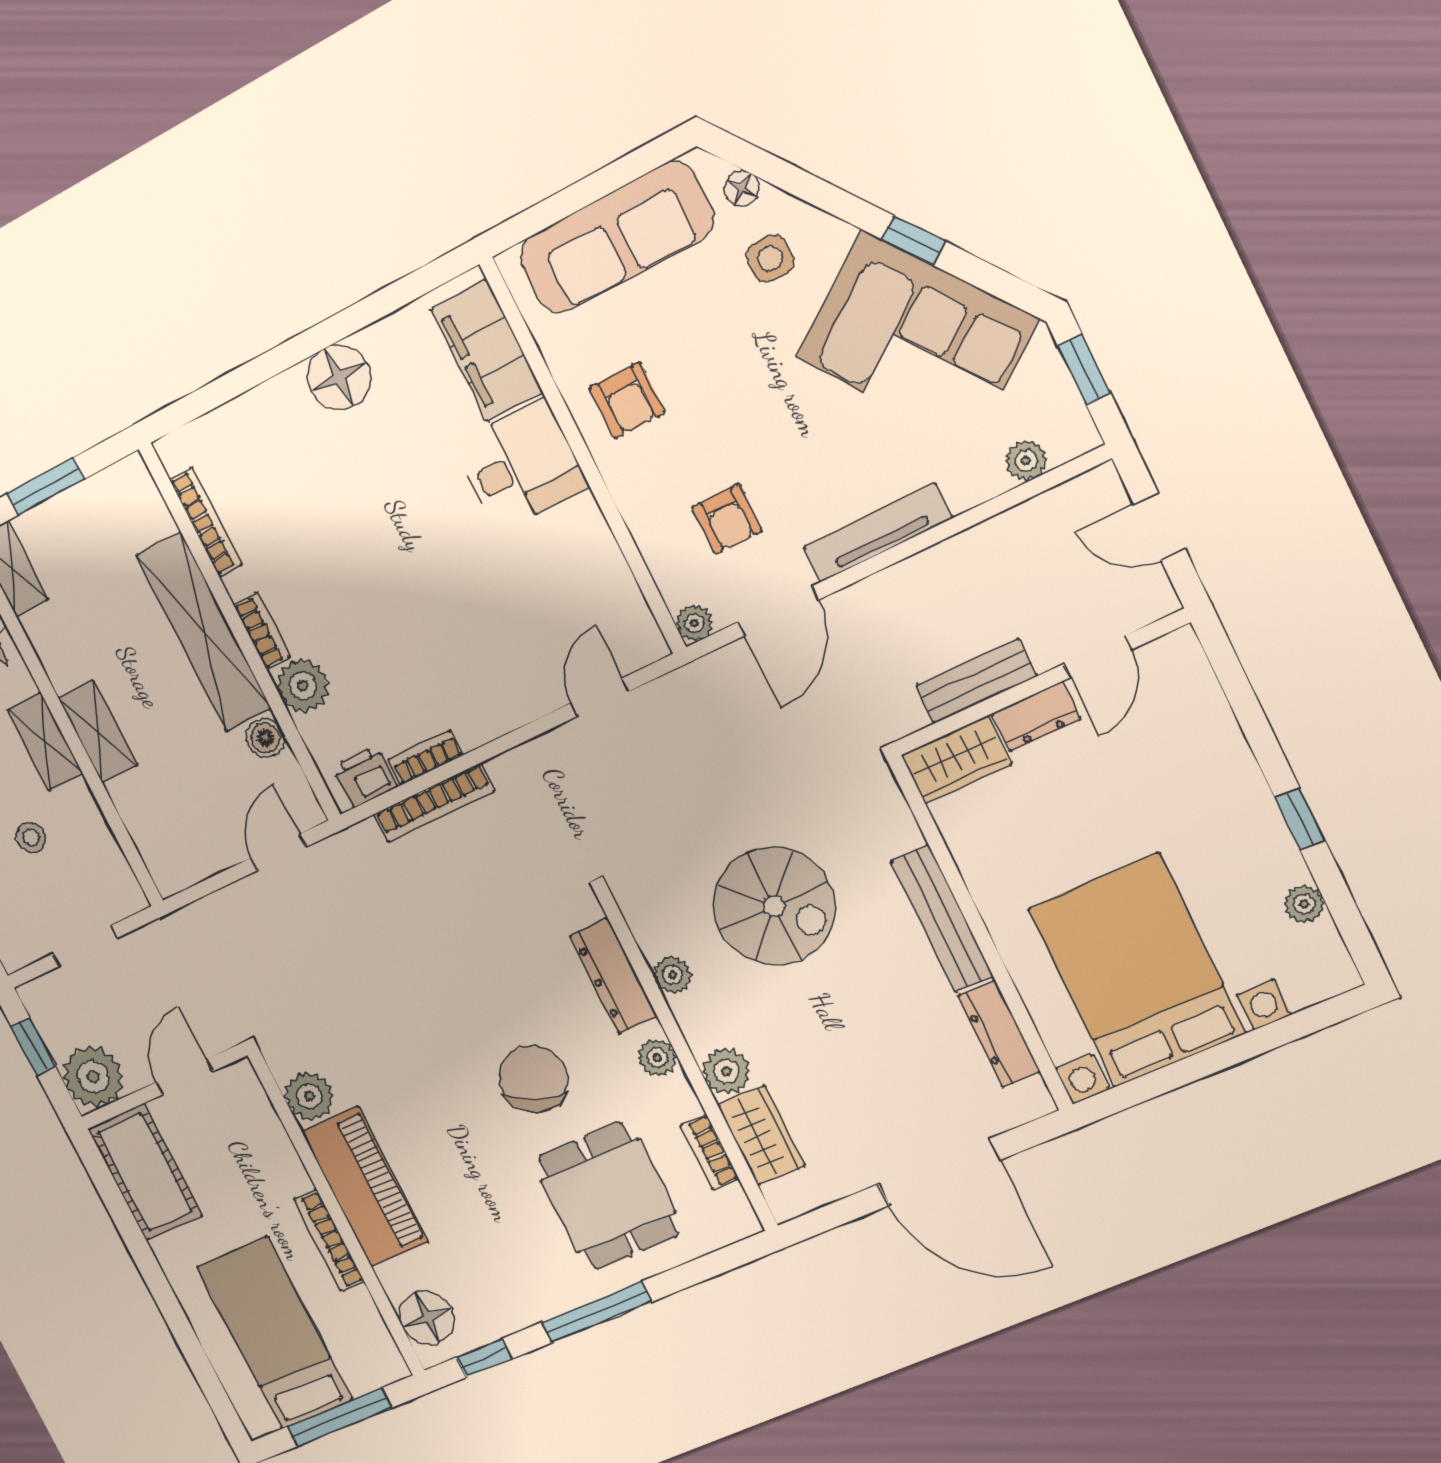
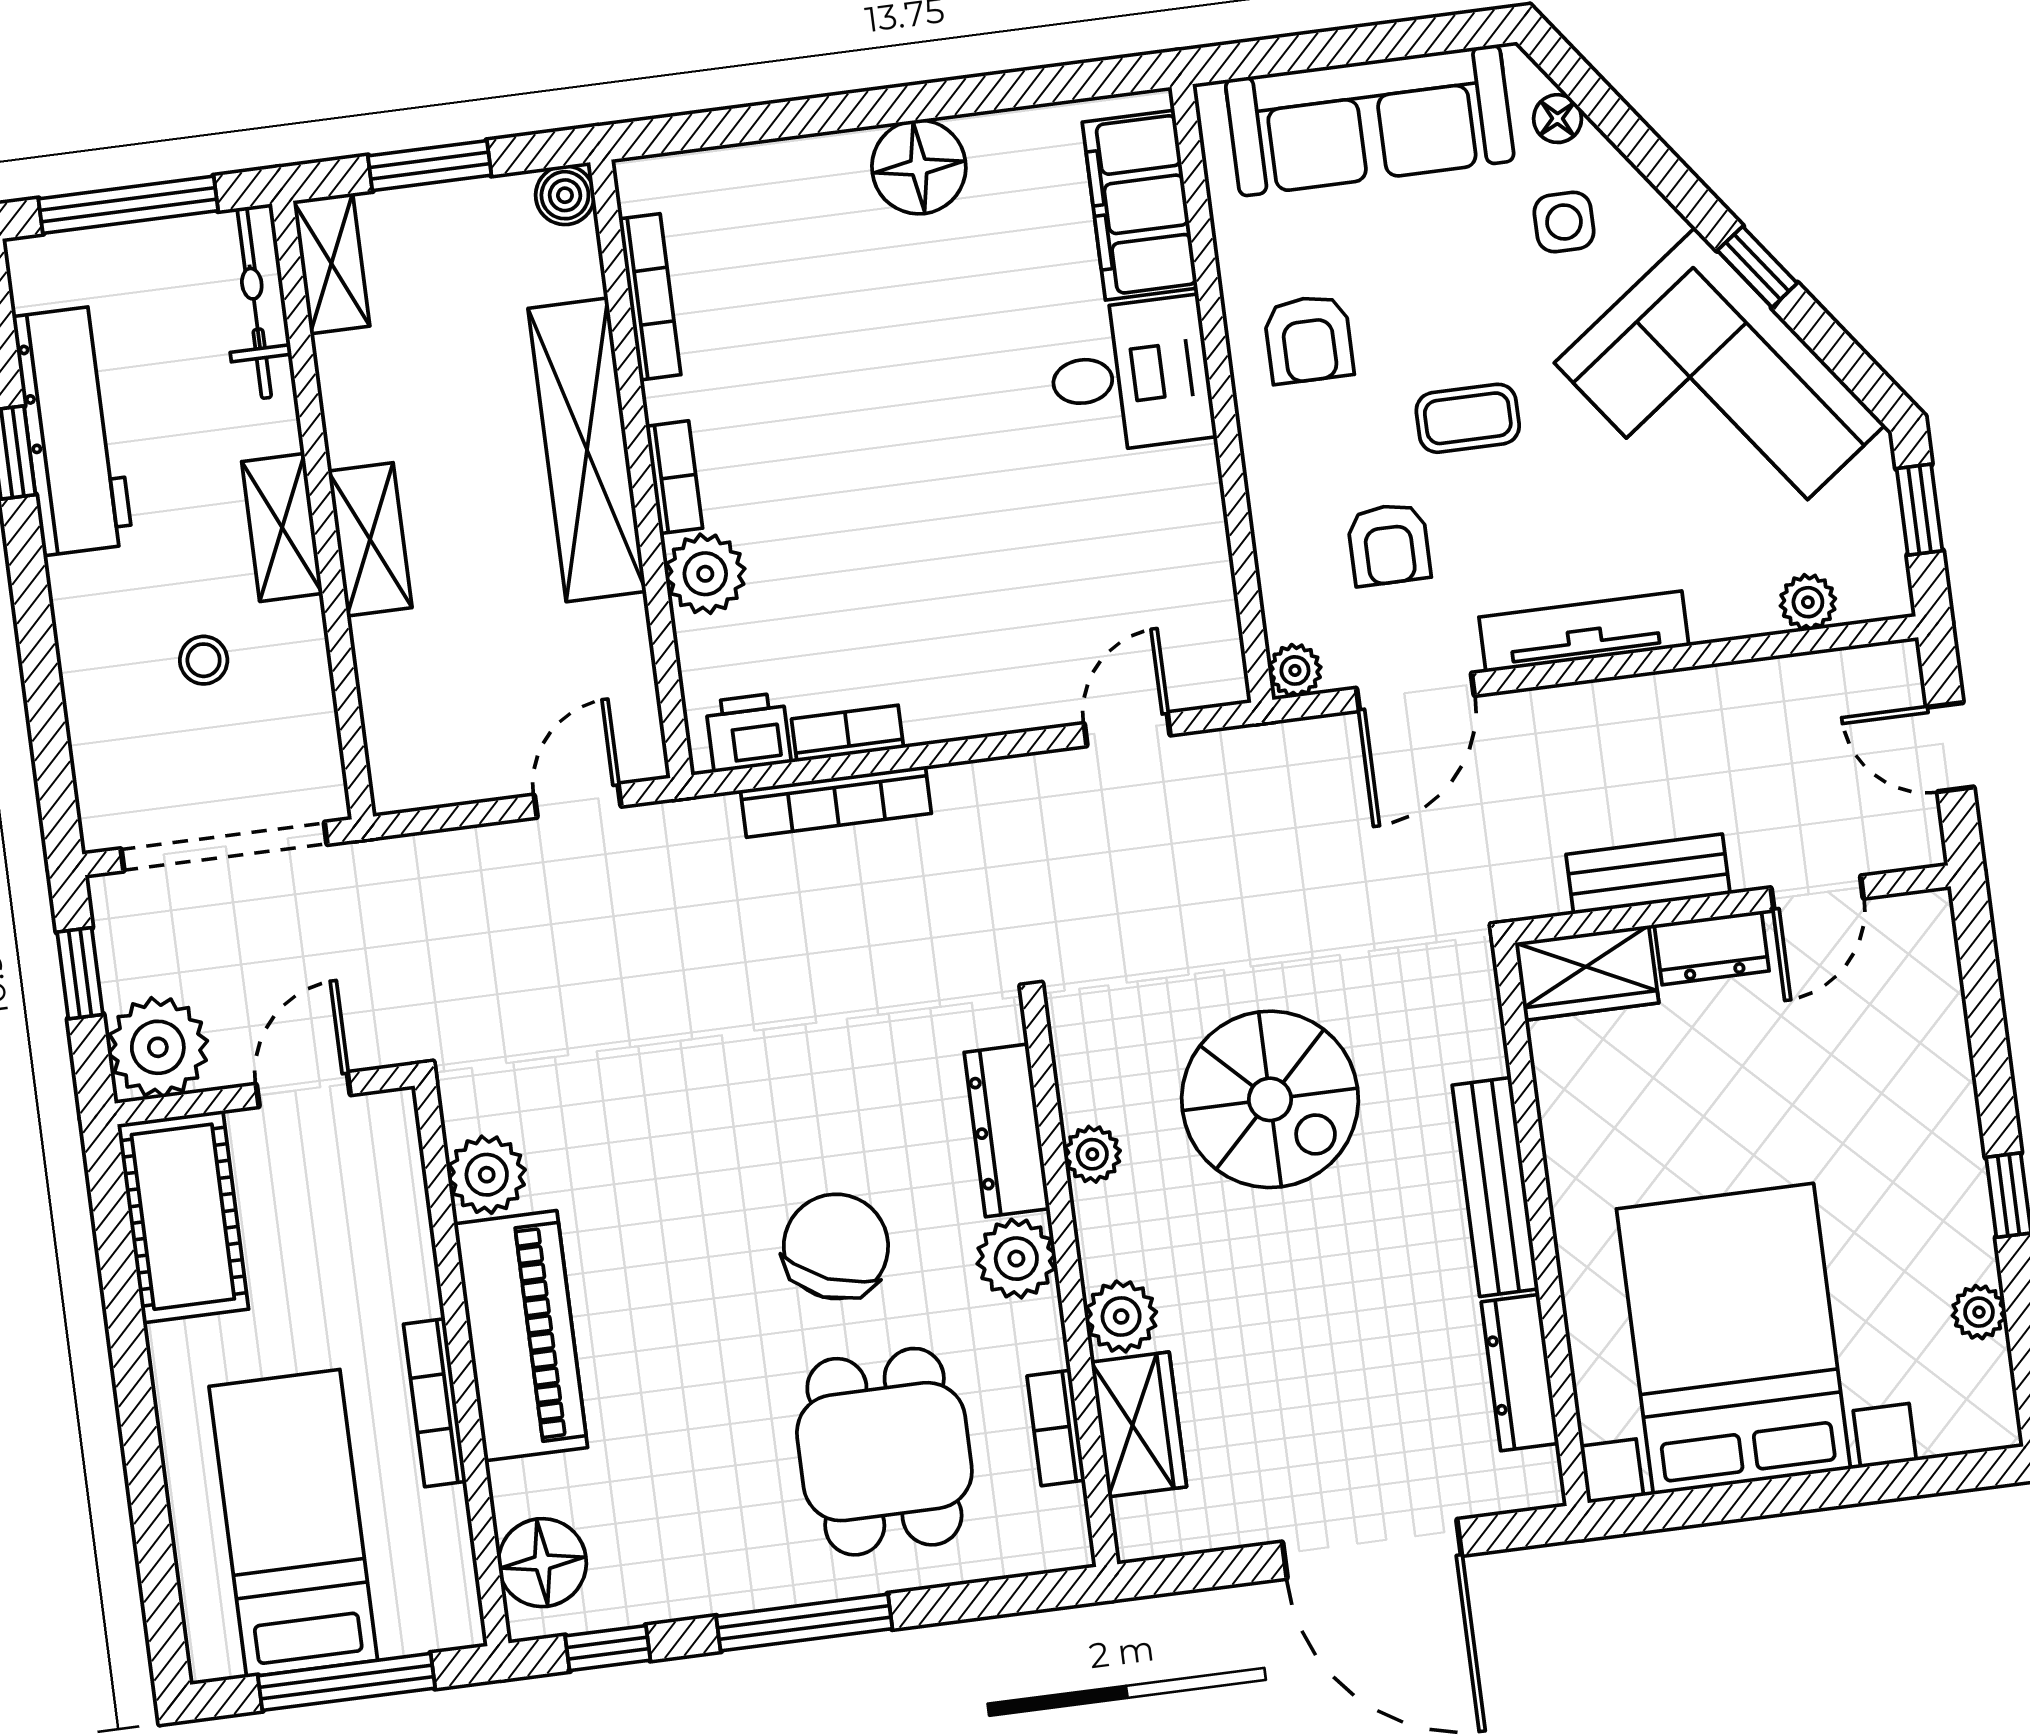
coffee table: (751, 416) -> (1468, 418), added
boiler: (266, 738) -> (565, 195), moved
doorway: (85, 946) -> (224, 847), width x1.87
plant: (657, 1058) -> (1016, 1259), width x1.38, depth x1.38

